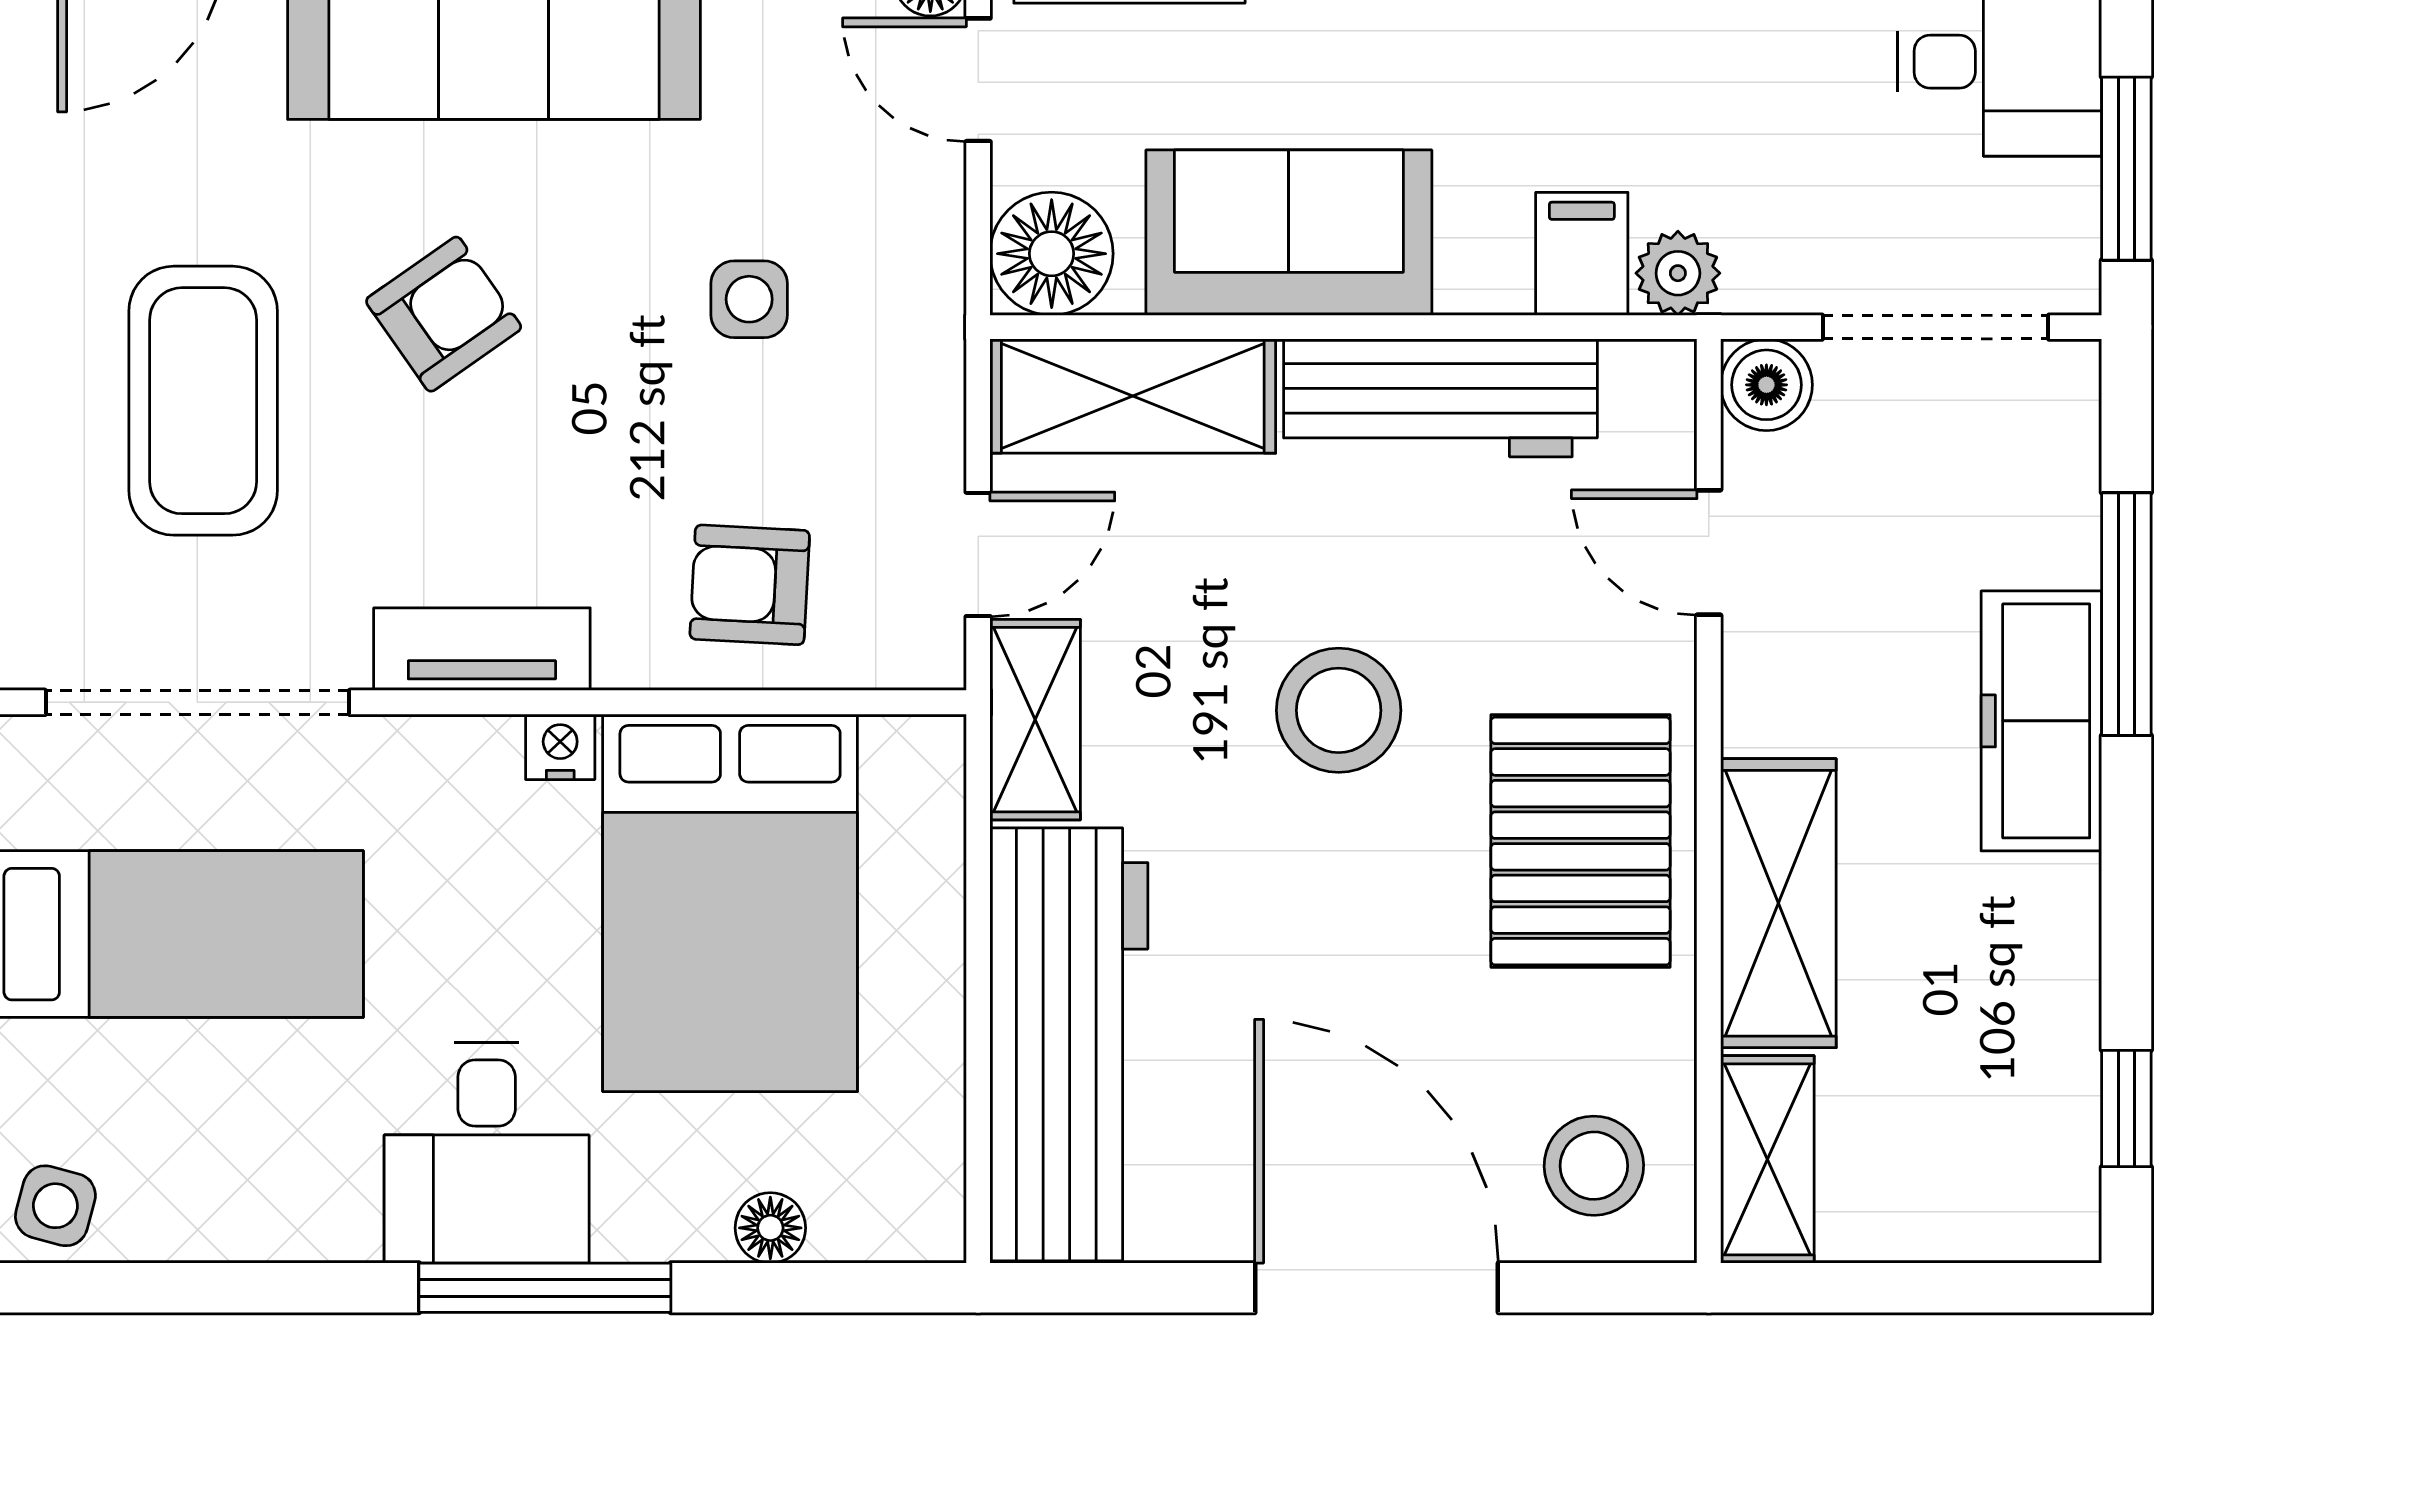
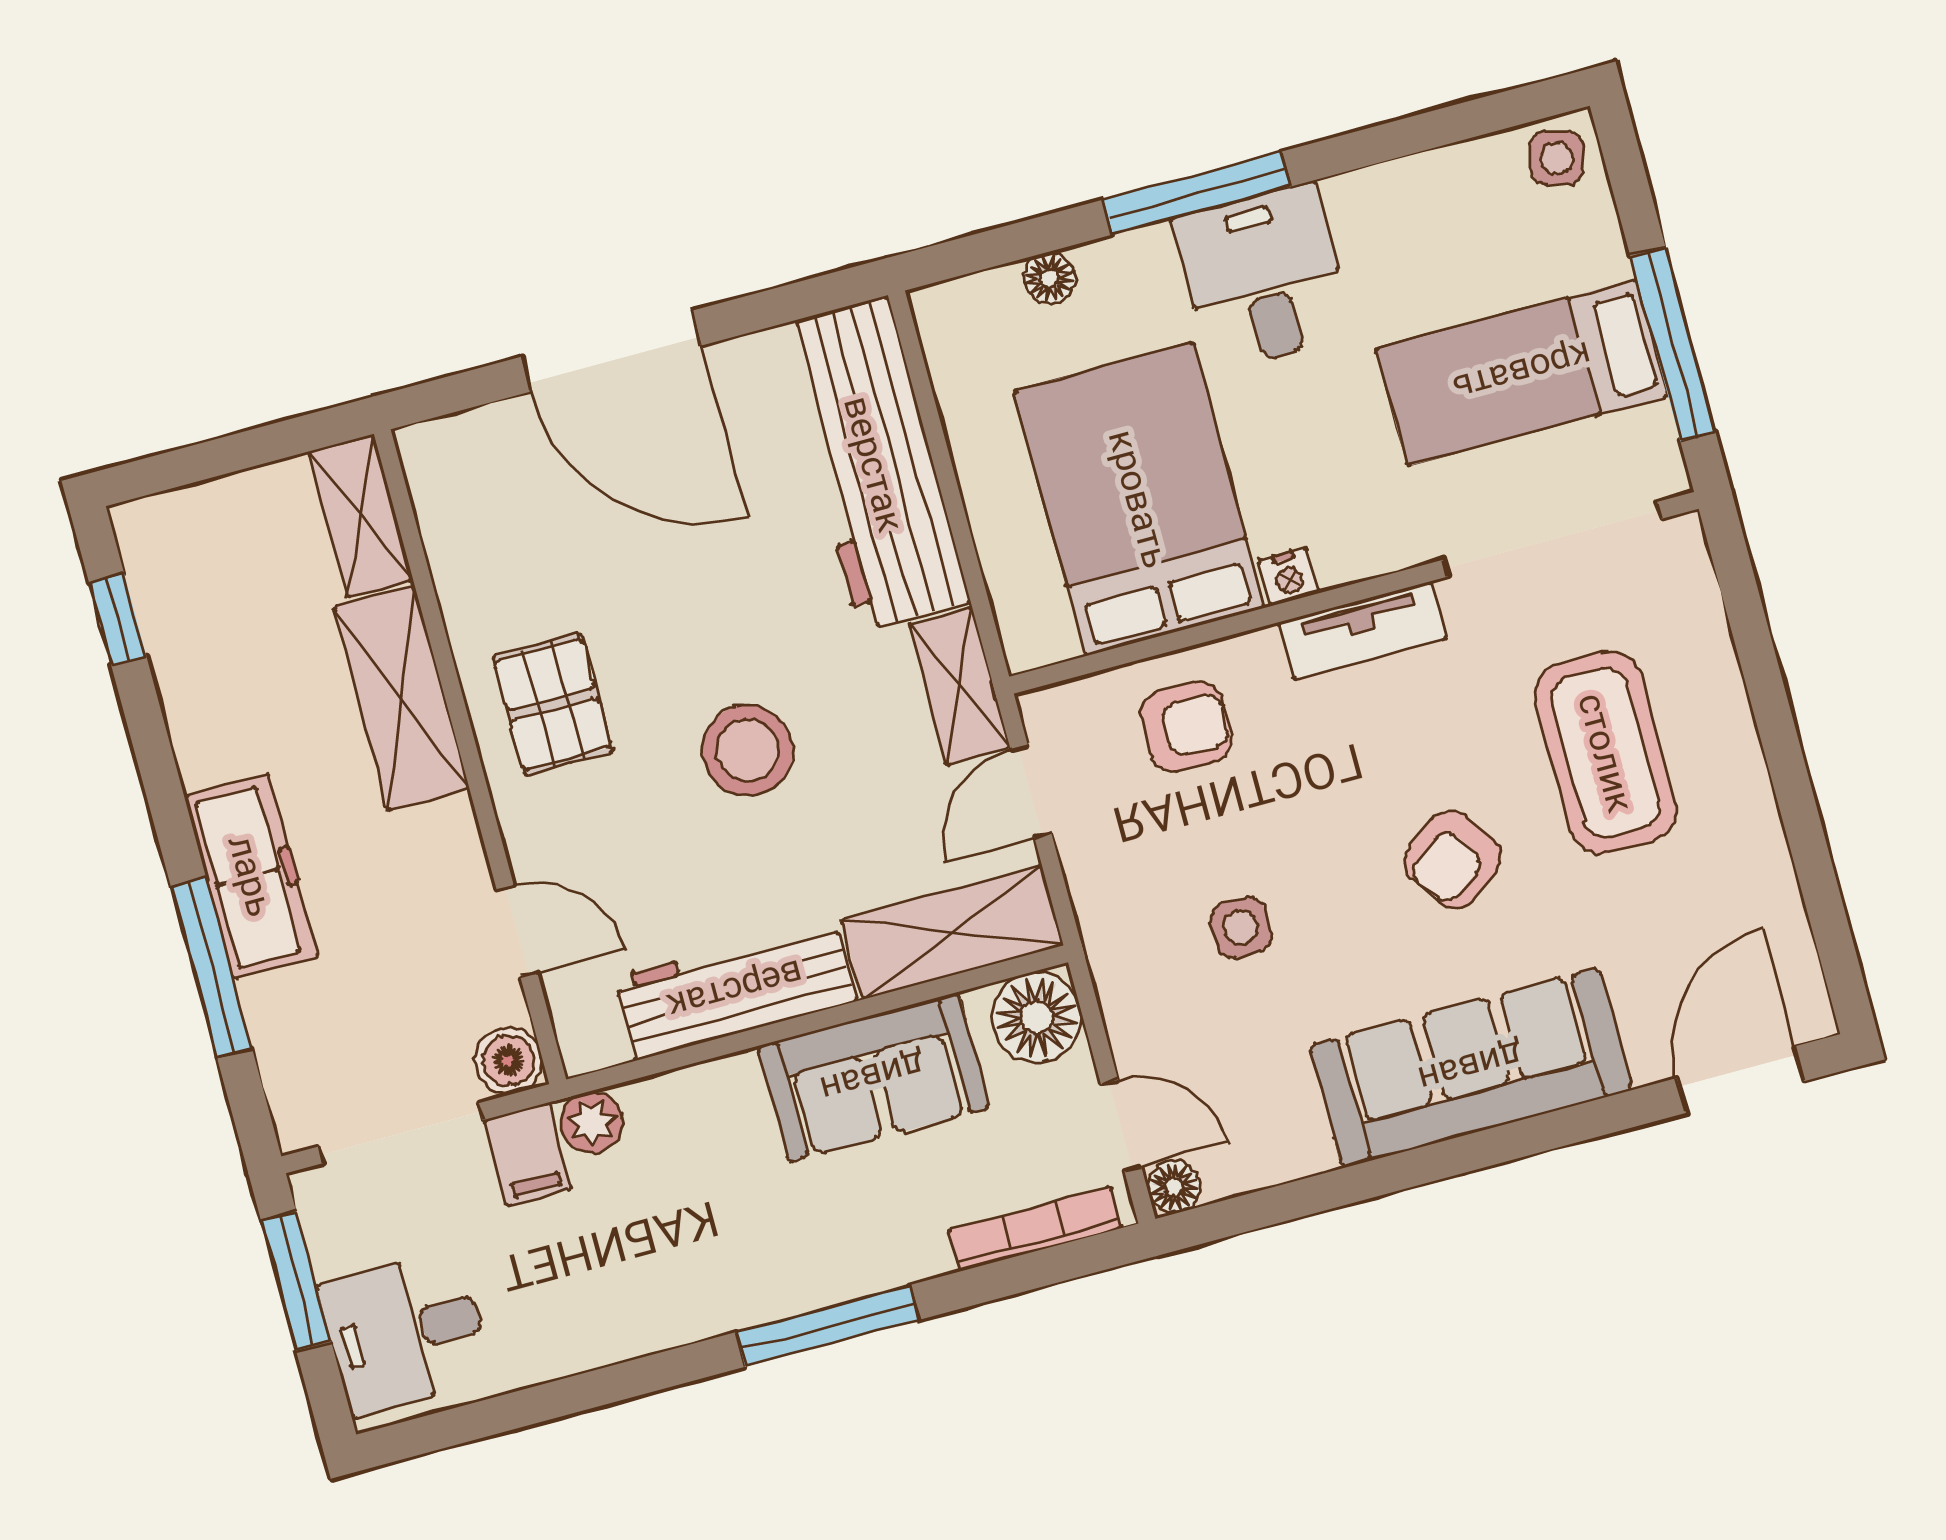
filing cabinet: (1582, 254) -> (528, 1154), moved
pallet: (1580, 841) -> (553, 704), width x0.67, depth x0.71
stool: (1594, 1166) -> (482, 478), removed

